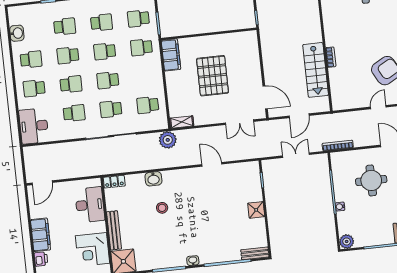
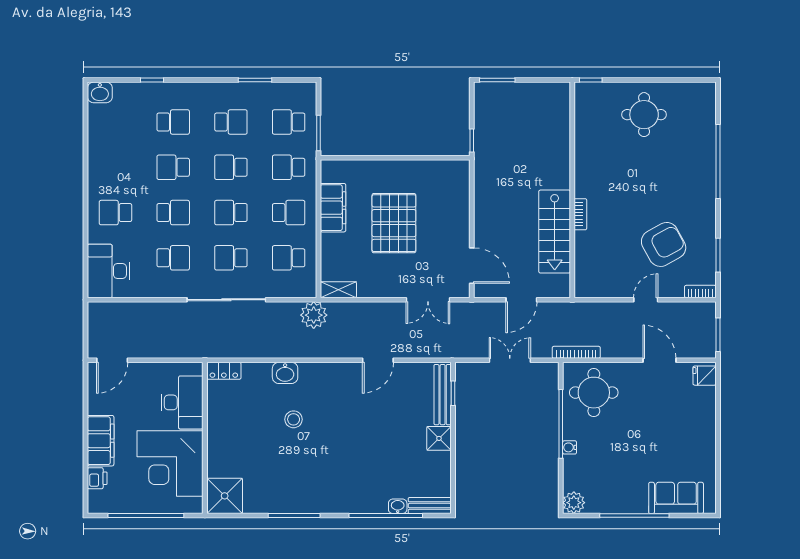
washbasin: (17, 33) -> (100, 92), moved, turned 90
filing cabinet: (171, 55) -> (333, 208), moved
school desk: (31, 59) -> (289, 213), moved
door: (212, 164) -> (378, 360), swing flipped
round table: (371, 180) -> (594, 393), moved
bench: (114, 230) -> (443, 395), moved
corner desk: (93, 249) -> (170, 464), width x1.36, depth x1.36
washbasin: (193, 261) -> (398, 506), moved

